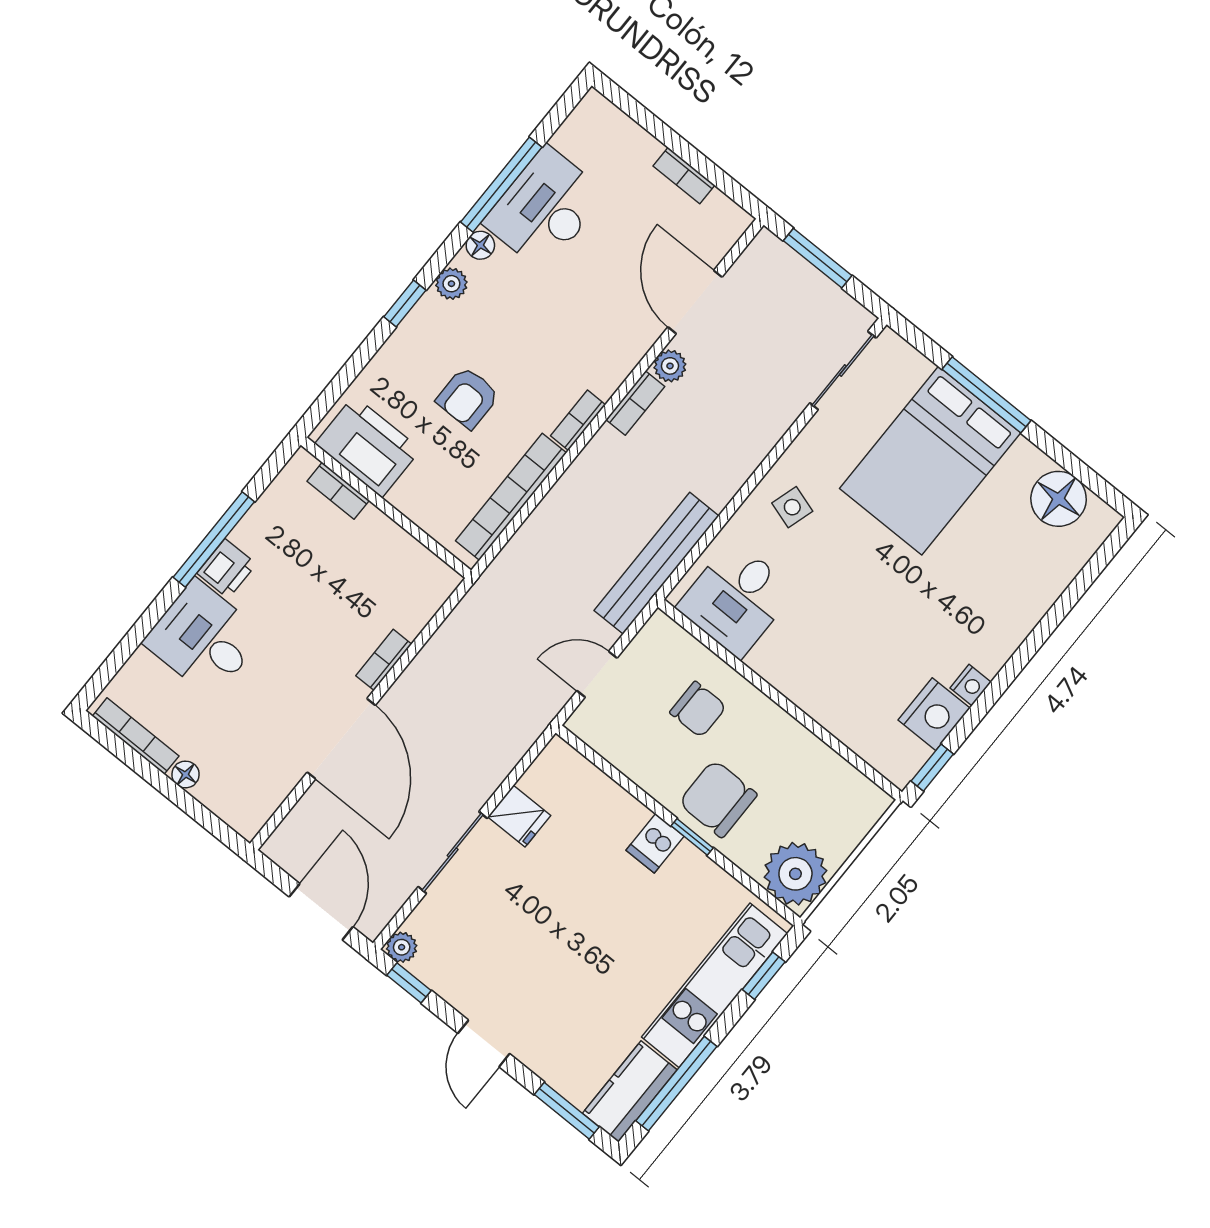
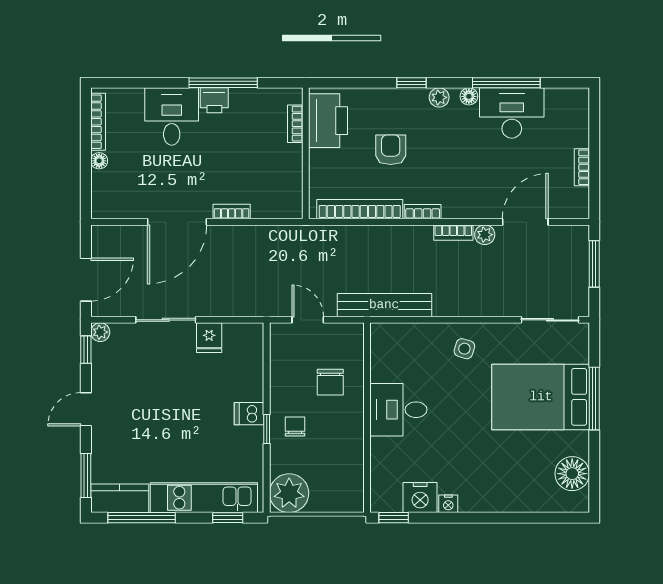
armchair: (468, 398) -> (391, 150), turned 90
desk: (736, 599) -> (398, 410), moved
chair: (718, 799) -> (295, 427), width x0.54, depth x0.54

